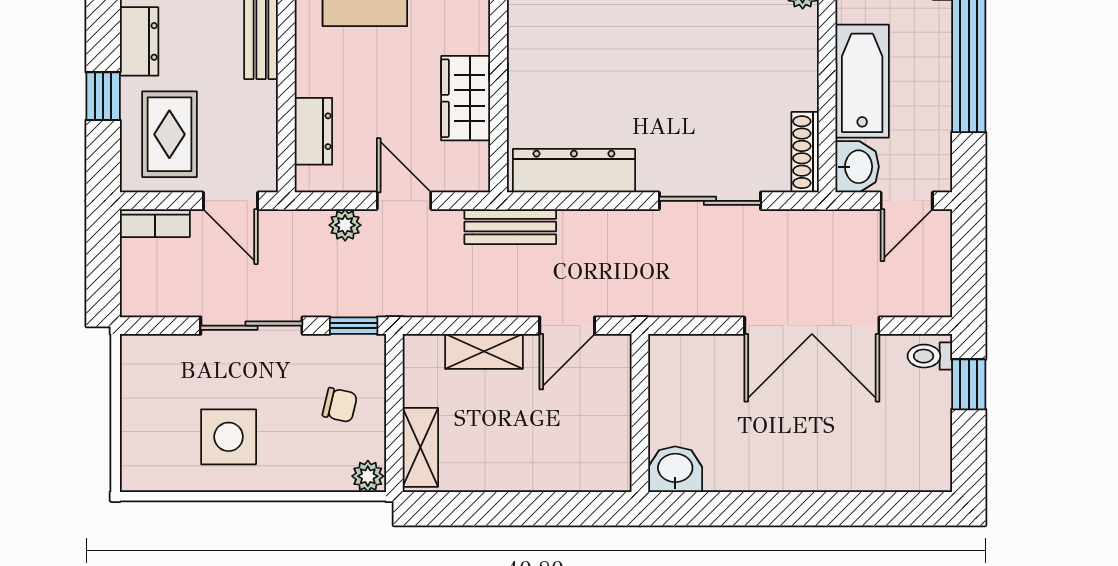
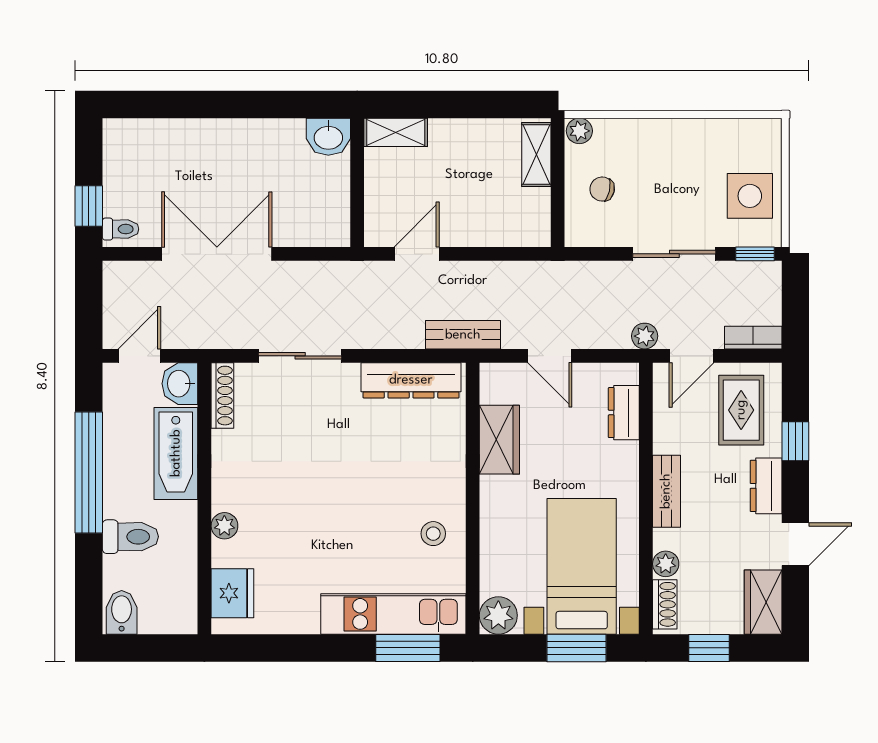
door: (230, 201) -> (691, 356), swing flipped
plant: (345, 225) -> (645, 336), moved
window: (354, 326) -> (755, 254), moved
shelving: (484, 351) -> (396, 132), moved
side table: (229, 437) -> (750, 196), moved

